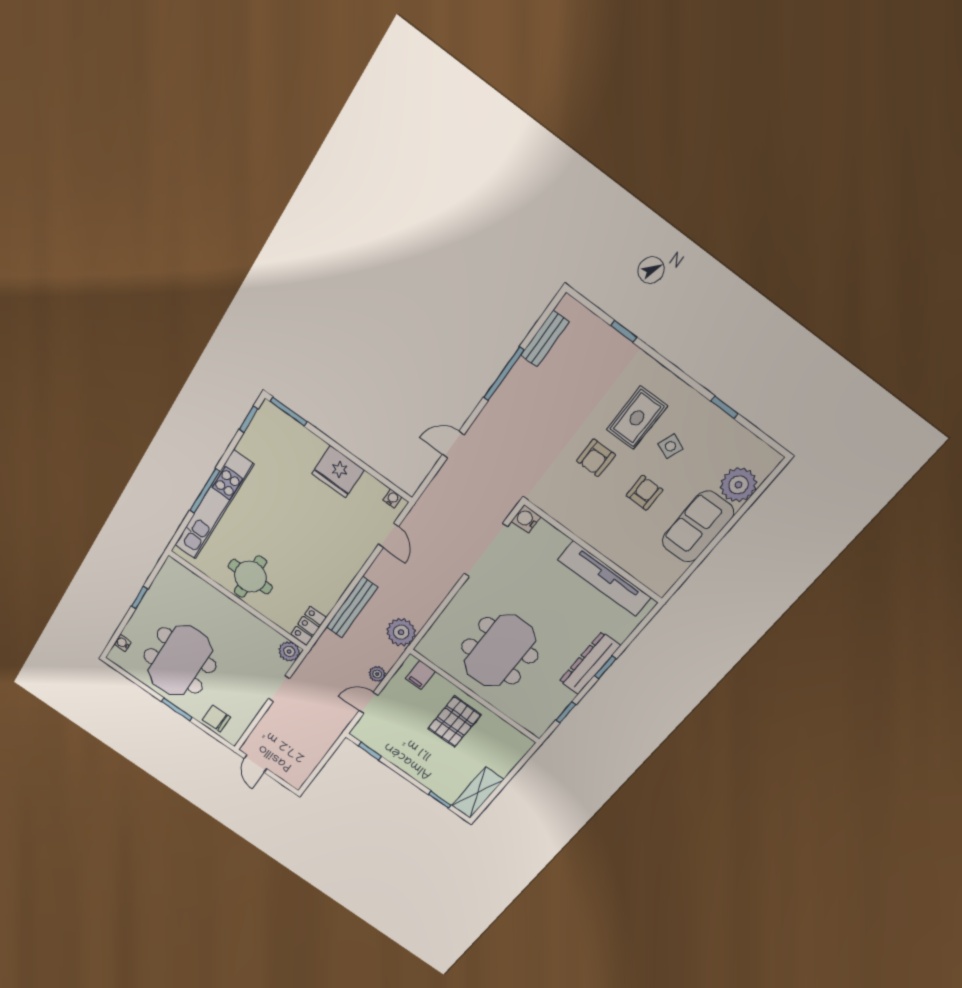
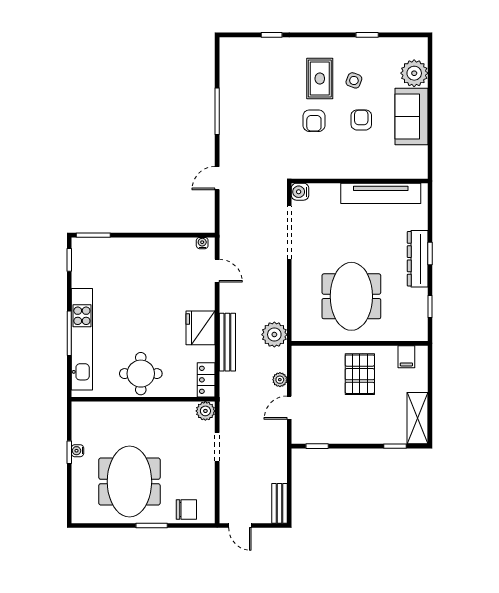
bench: (545, 339) -> (279, 503), moved
fridge: (338, 472) -> (200, 328), moved, turned 90
water cooler: (123, 643) -> (77, 451), moved
filing cabinet: (421, 675) -> (406, 357), moved
chair: (217, 719) -> (186, 509), turned 180

